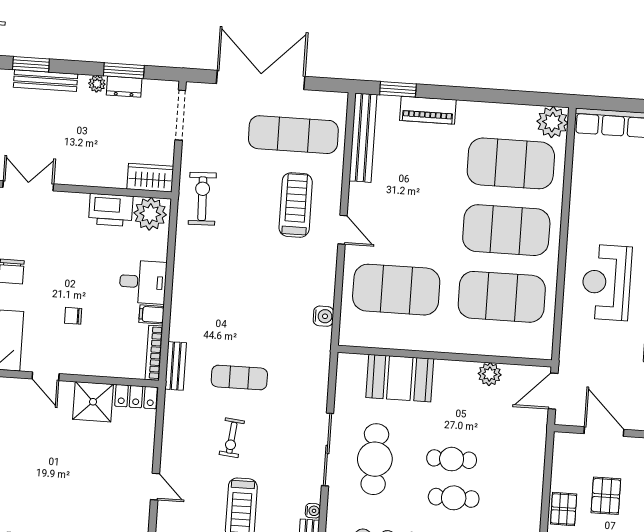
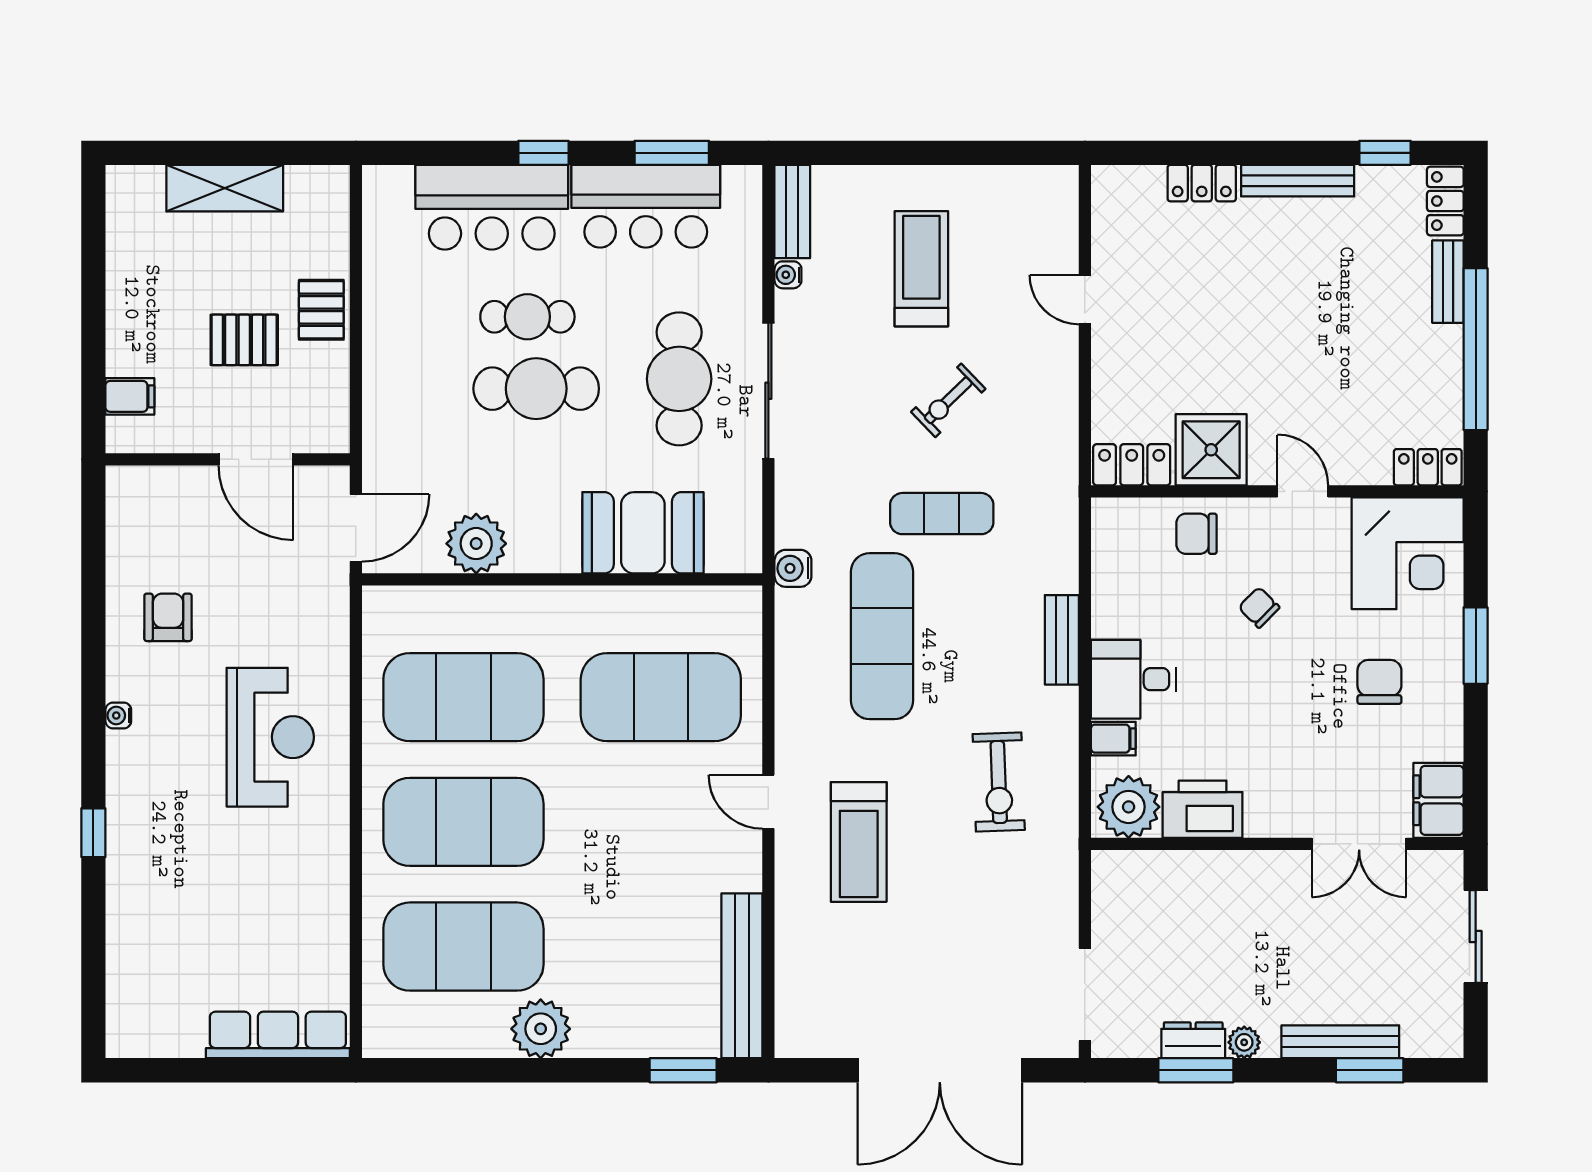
piano: (428, 110) -> (625, 1035), removed
plant: (552, 122) -> (541, 1029), moved
exercise mat: (293, 135) -> (882, 636), moved, turned 90
wardrobe: (150, 178) -> (1133, 874), removed
exercise bike: (202, 199) -> (999, 782), moved
filing cabinet: (151, 314) -> (1113, 739), moved
chair: (73, 316) -> (1259, 607), turned -135
water cooler: (323, 316) -> (793, 568), moved
bookcase: (154, 353) -> (1104, 549), removed
chair: (104, 357) -> (1196, 534), added
bench: (176, 366) -> (1062, 640), moved
plant: (490, 374) -> (476, 544), width x1.36, depth x1.36
exercise bike: (232, 438) -> (948, 400), turned -140
cafe table: (452, 459) -> (536, 389), width x1.37, depth x1.35
pallet: (606, 496) -> (244, 340), turned 90

